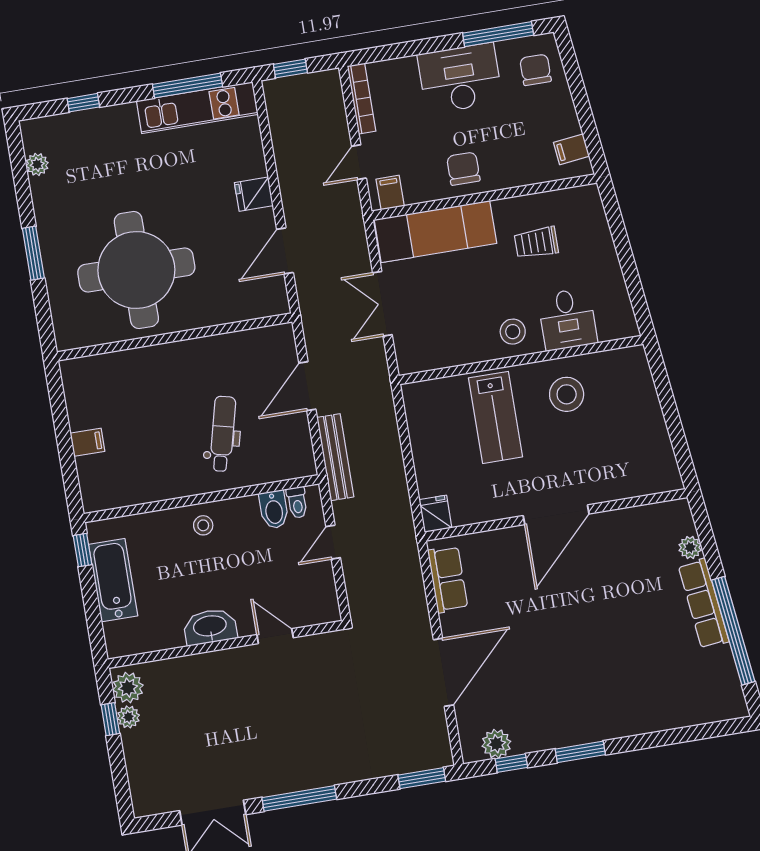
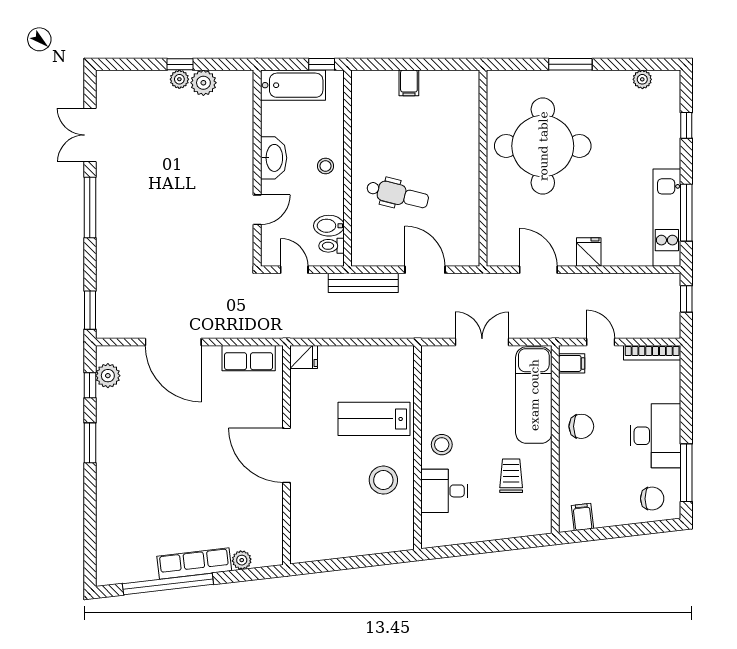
washbasin: (210, 627) -> (274, 158), moved
door: (275, 636) -> (257, 210), moved
wall: (225, 644) -> (257, 168), moved

